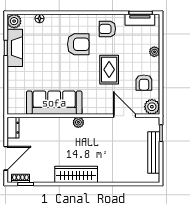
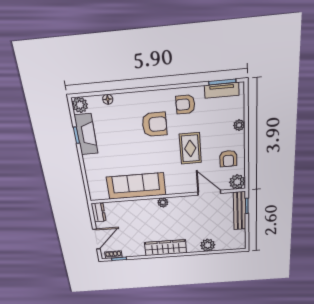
bench: (154, 152) -> (240, 211), moved
plant: (120, 175) -> (208, 245), added

